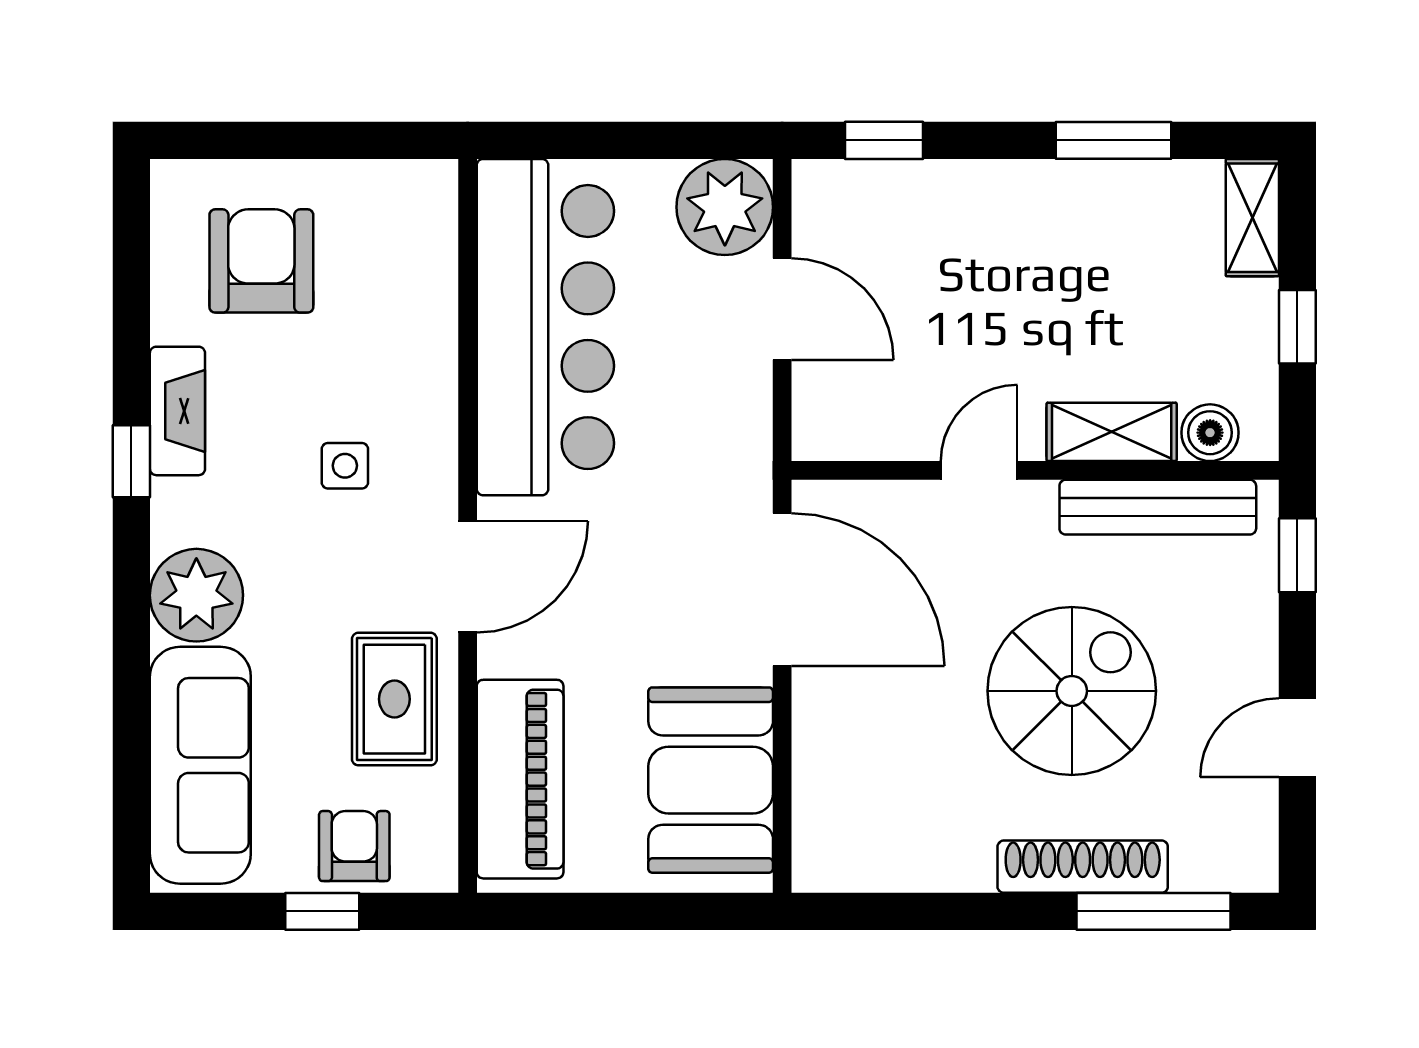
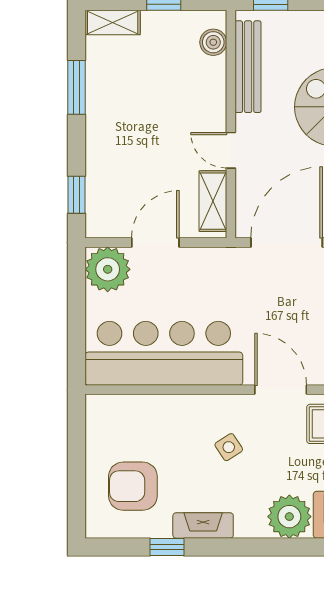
shelving: (1112, 432) -> (213, 201), moved
window: (131, 461) -> (167, 547), moved
side table: (345, 466) -> (229, 447), turned -33

